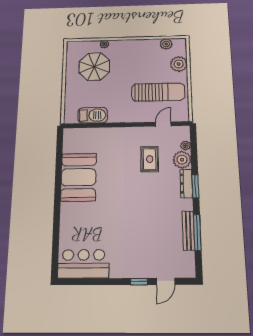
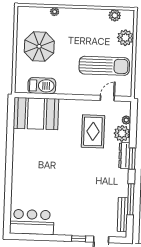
parasol: (94, 67) -> (39, 46), moved
rug: (150, 159) -> (93, 131), width x1.36, depth x1.43
booth: (79, 177) -> (36, 114), moved, turned 90
bench: (188, 230) -> (123, 215), moved

